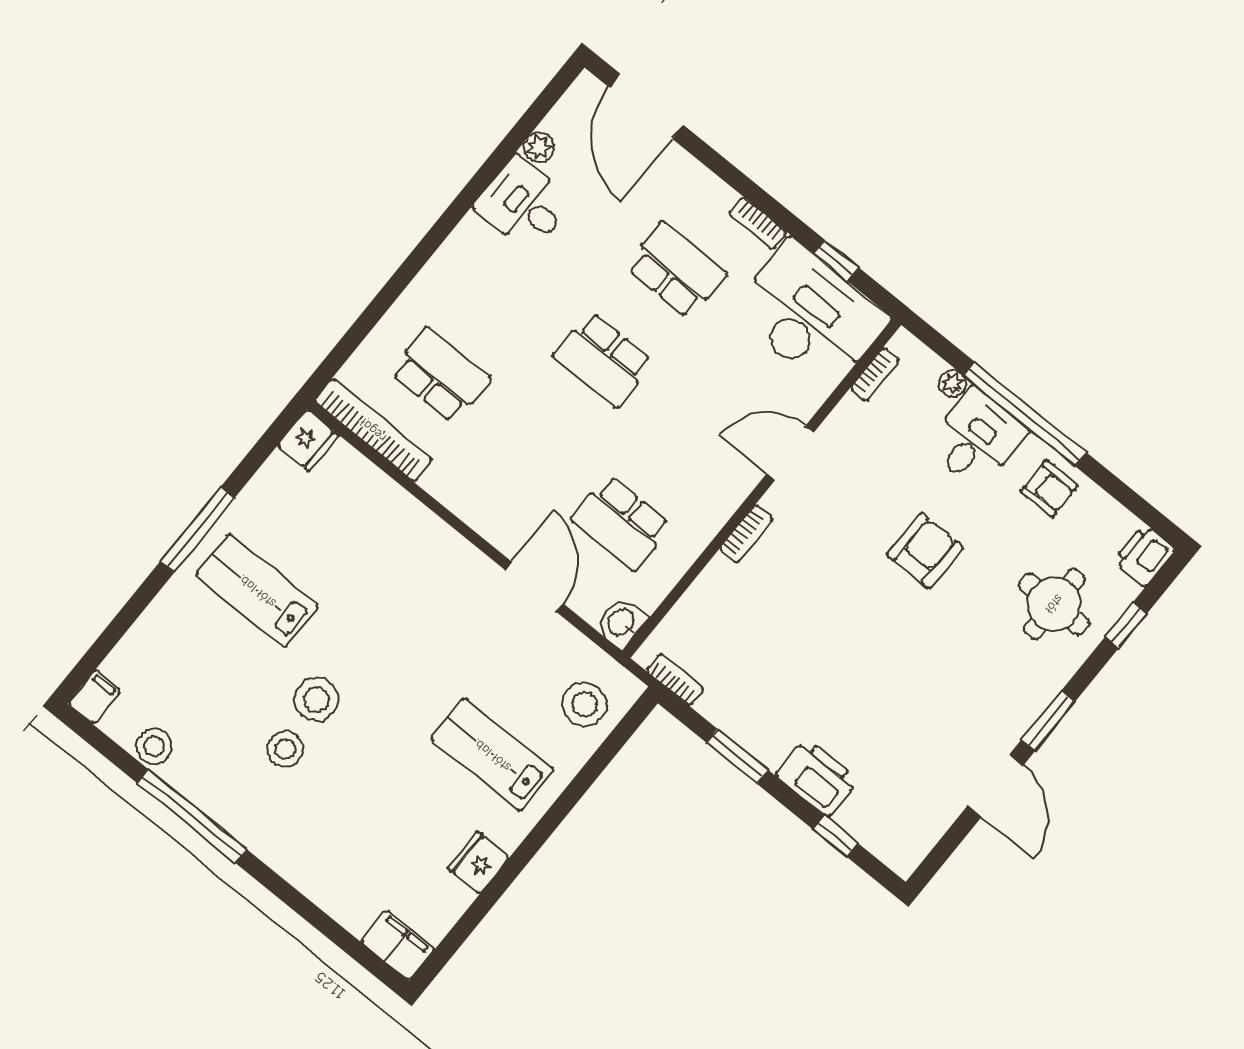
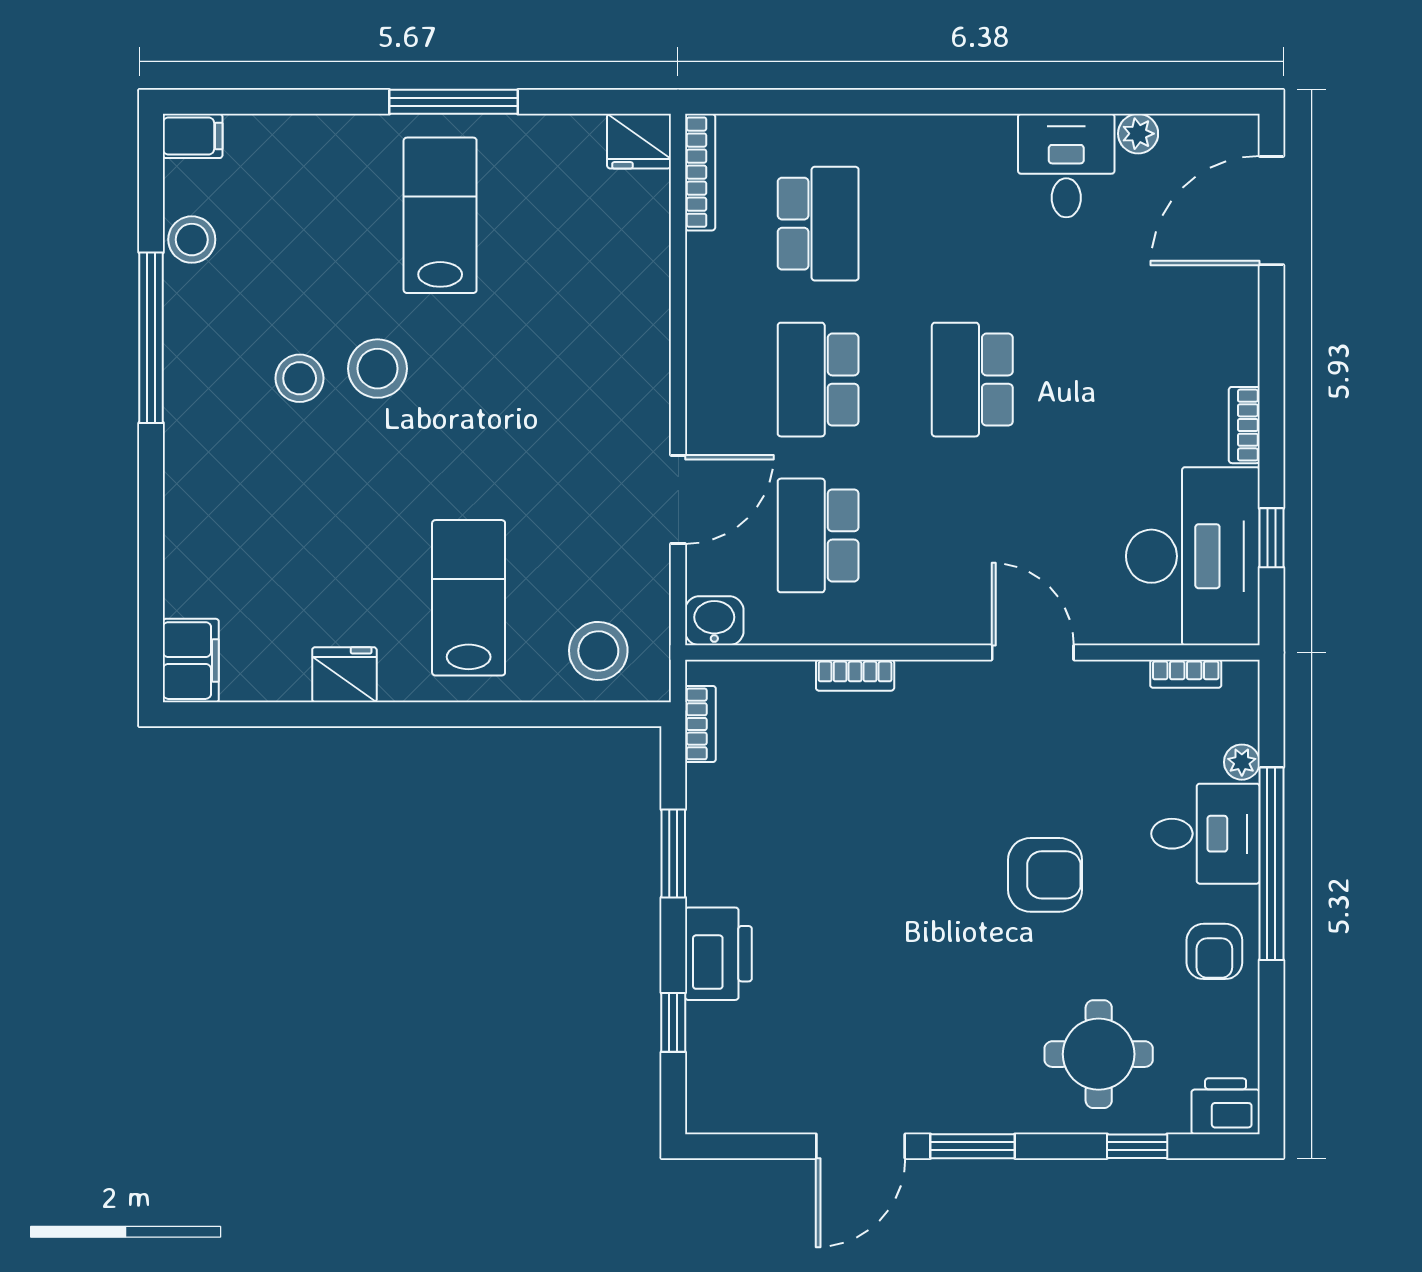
school desk: (676, 270) -> (818, 380), moved, turned 180
bookcase: (373, 430) -> (700, 172), width x0.68, depth x0.76
bookcase: (746, 534) -> (855, 675), moved

